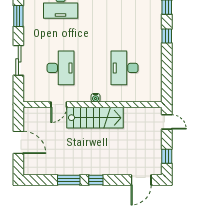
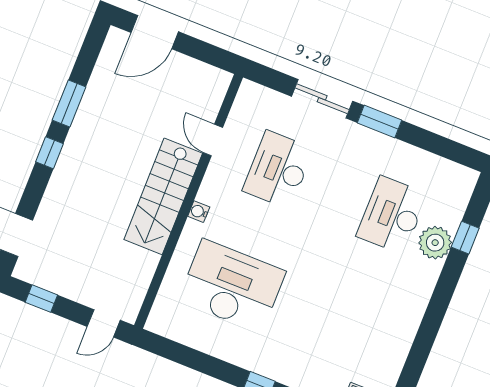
window: (18, 16) -> (379, 122), moved
desk: (61, 68) -> (278, 170), turned 90
desk: (125, 68) -> (232, 286), width x1.36, depth x1.30
door: (18, 142) -> (155, 32), moved

